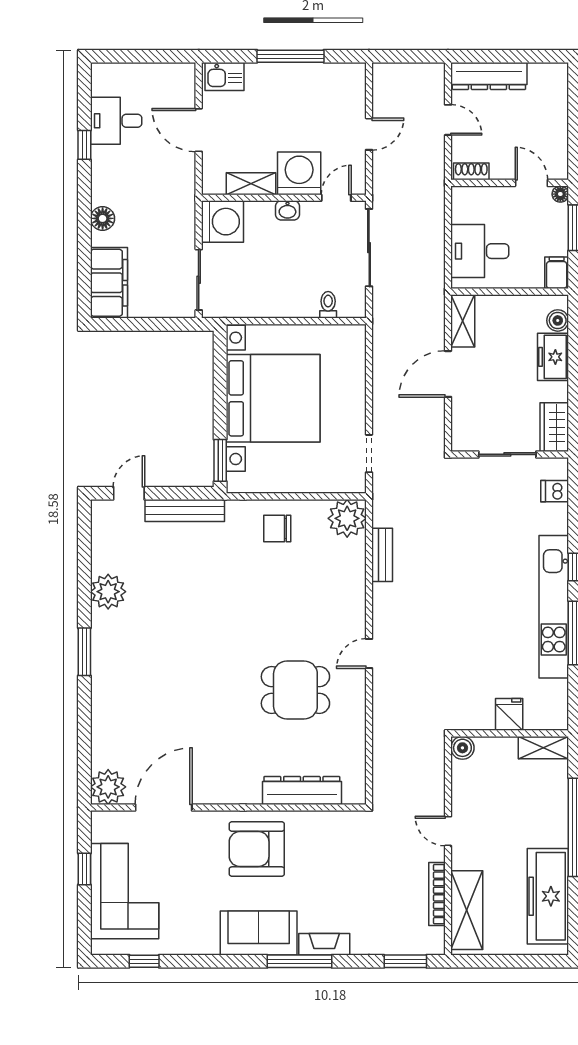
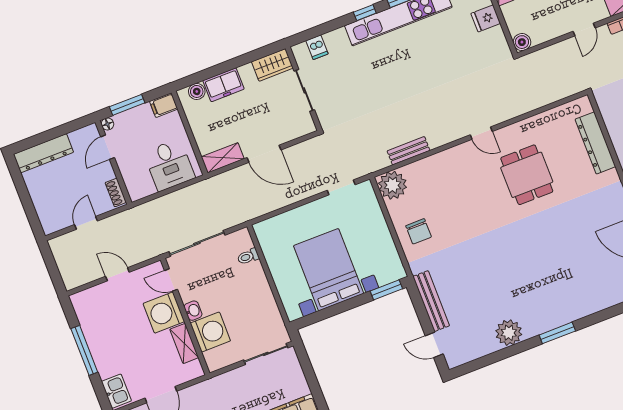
dresser: (489, 76) -> (43, 153), moved, turned 90
washing machine: (223, 222) -> (210, 332), moved, turned 90
bed with nightstands: (273, 398) -> (329, 270), width x0.73

